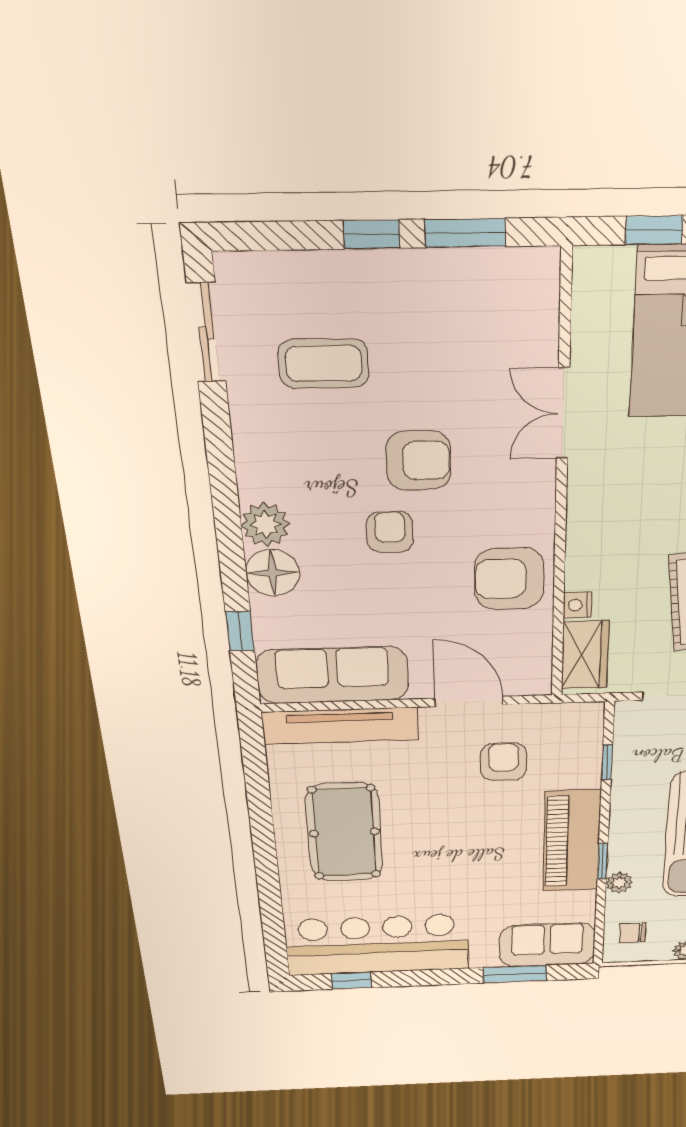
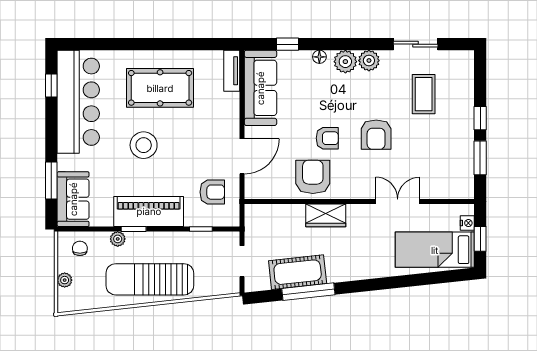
sliding door: (206, 333) -> (416, 44), moved
plant: (259, 478) -> (369, 61), added
armchair: (390, 532) -> (327, 138), moved
floor lamp: (273, 573) -> (319, 57), width x0.53, depth x0.53
nightstand: (577, 605) -> (467, 223), moved, turned 90
wardrobe: (585, 655) -> (326, 215), moved
tv unit: (340, 726) -> (232, 71), width x0.52, depth x0.78
armchair: (504, 762) -> (212, 192), moved
stool: (451, 853) -> (144, 145), added

